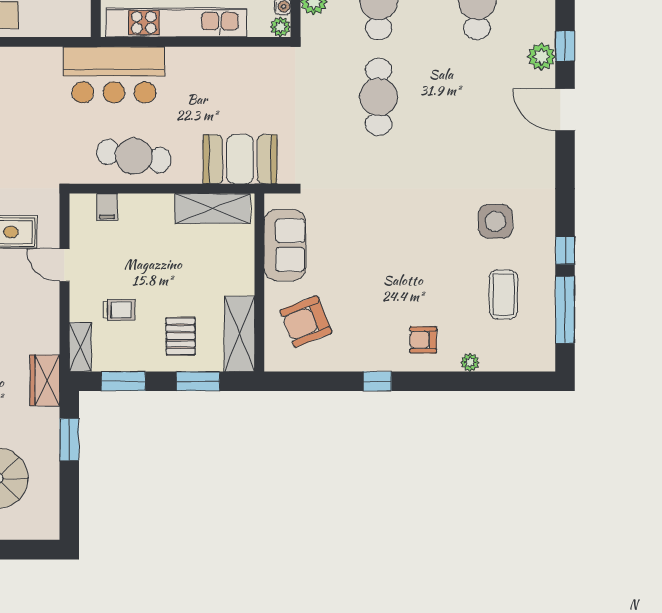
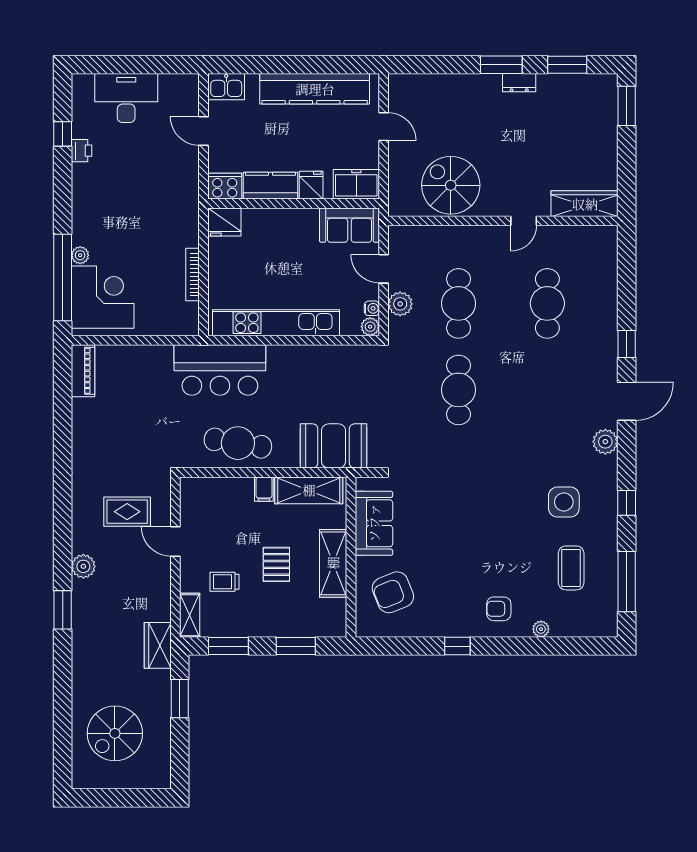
plant: (541, 57) -> (605, 442), moved
door: (565, 110) -> (627, 401), swing flipped
filing cabinet: (107, 207) -> (264, 489), moved
window: (565, 250) -> (627, 503), moved
trolley: (119, 310) -> (224, 582), turned 180
shelving: (239, 334) -> (333, 563), moved
pallet: (181, 336) -> (276, 564), moved

